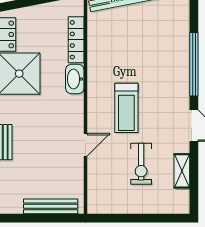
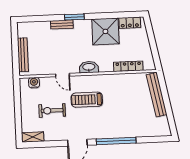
washbasin: (75, 79) -> (89, 67), moved
shelving: (182, 171) -> (33, 137), moved
water cooler: (96, 191) -> (34, 83), added

